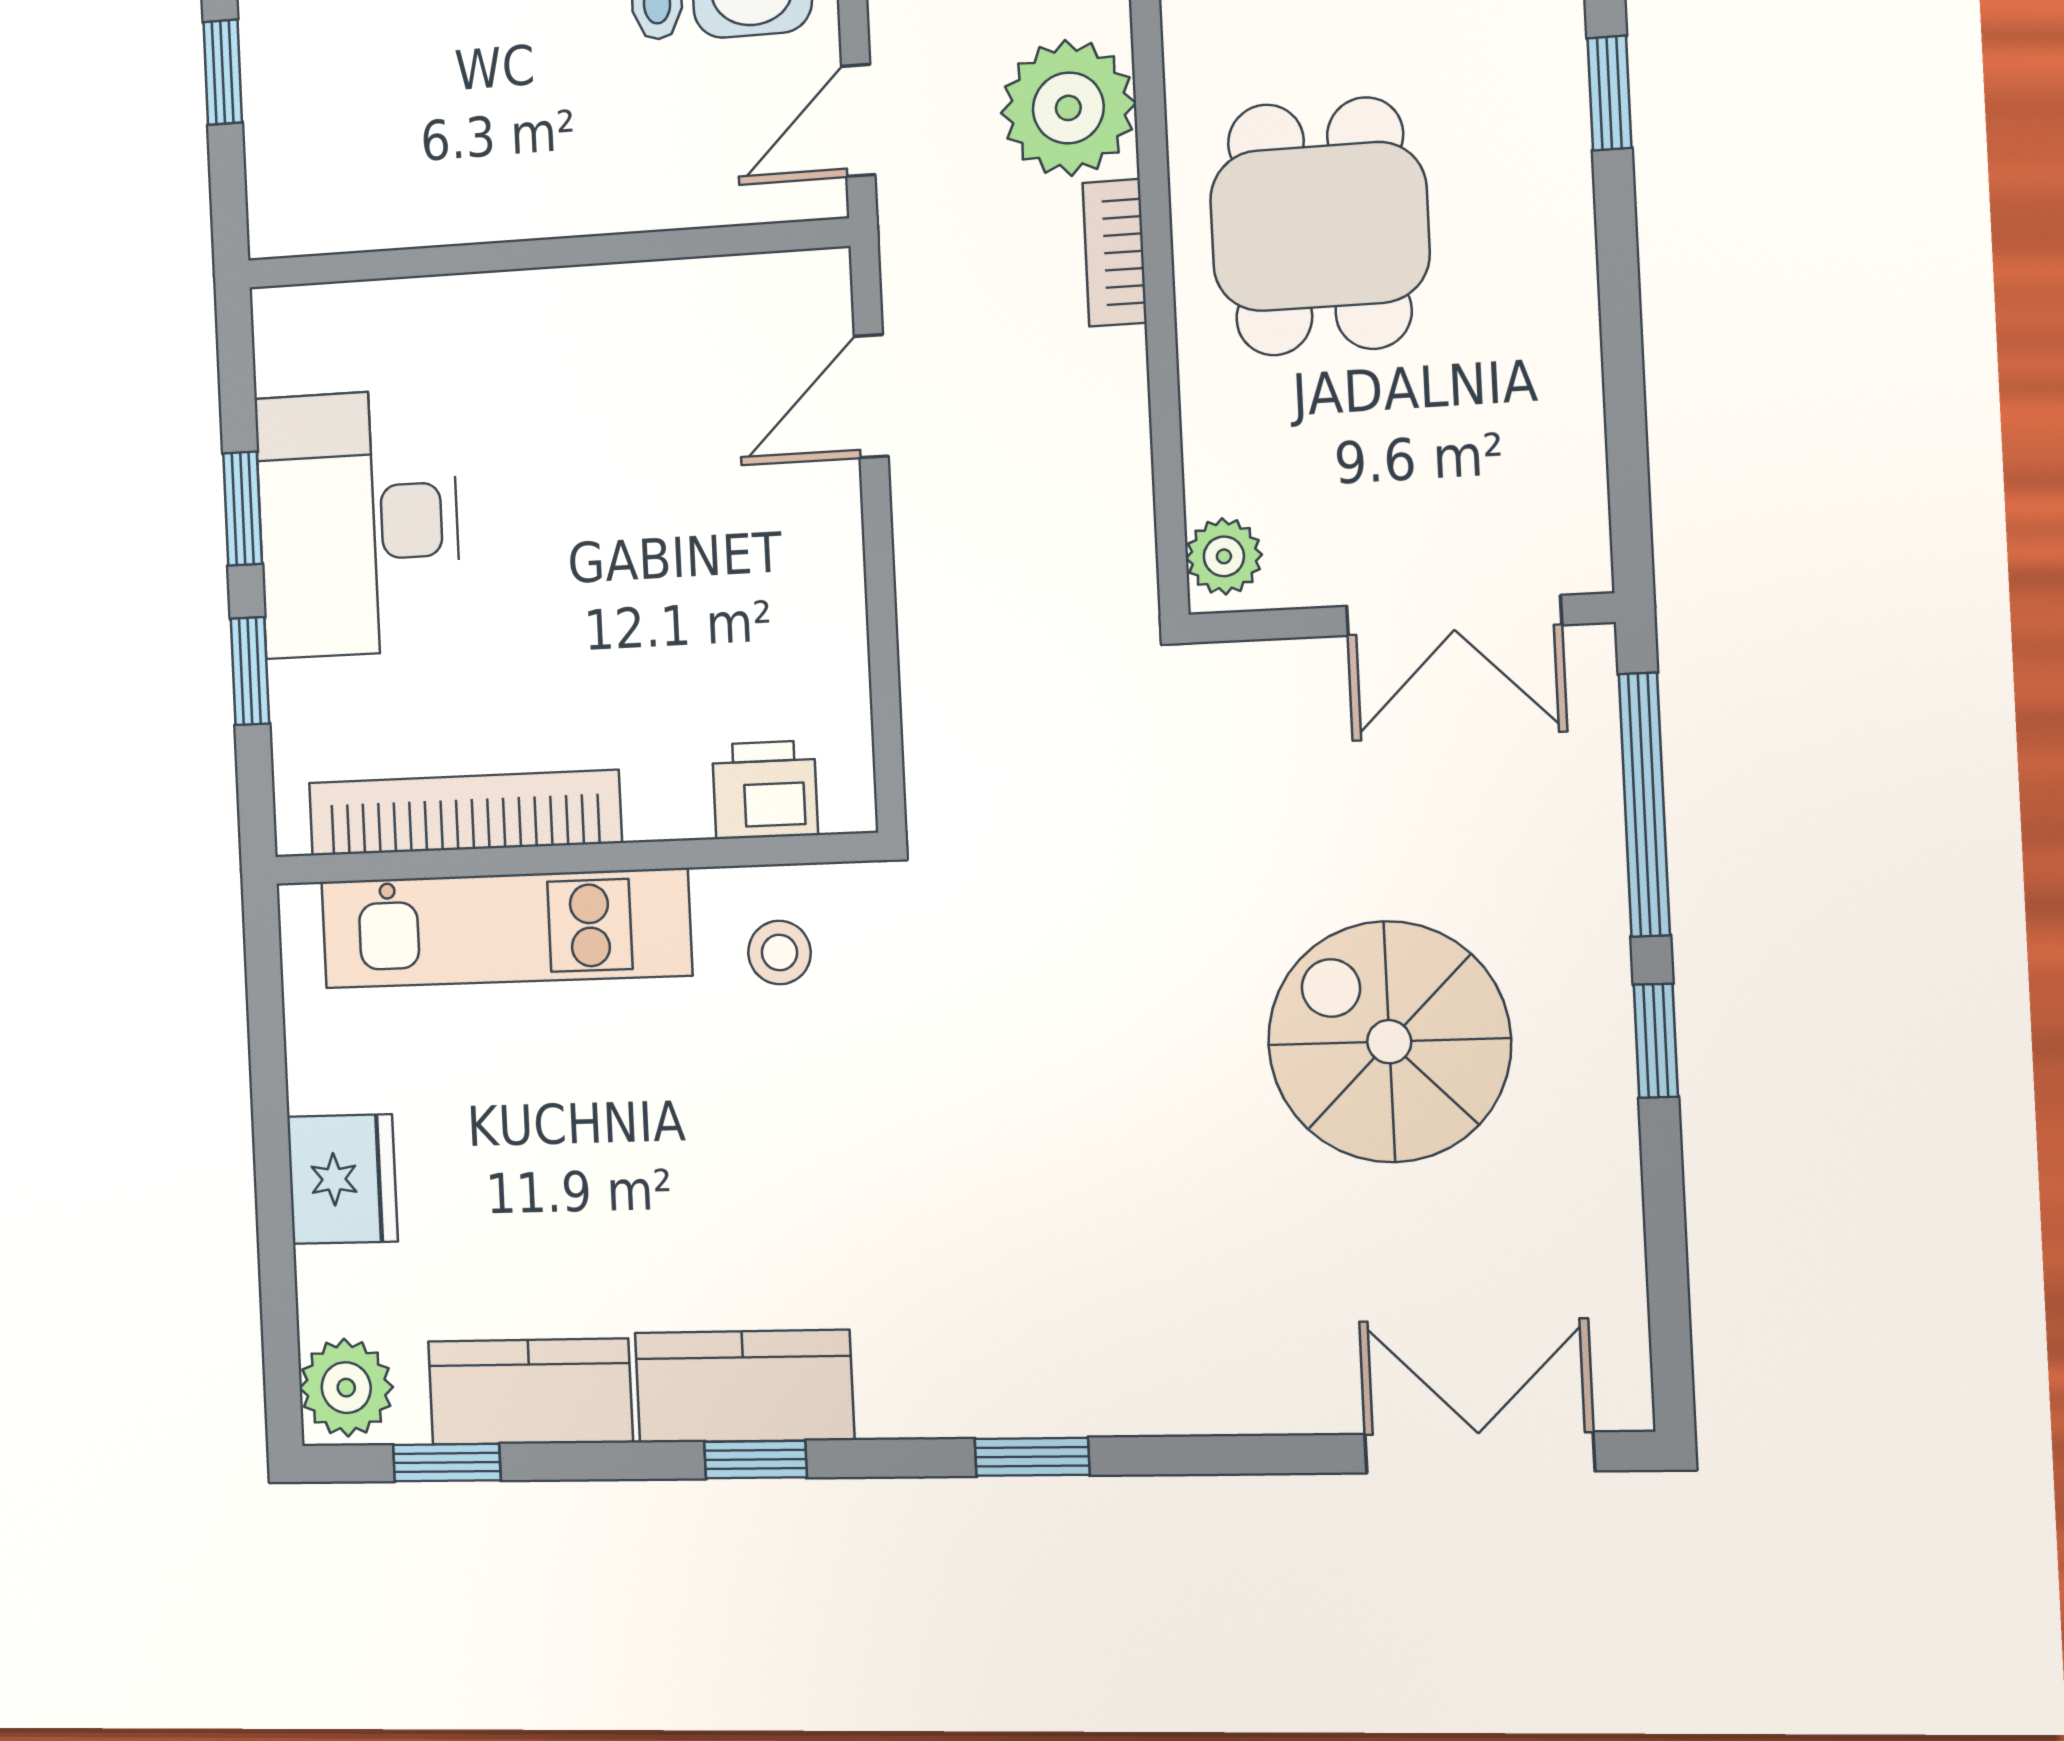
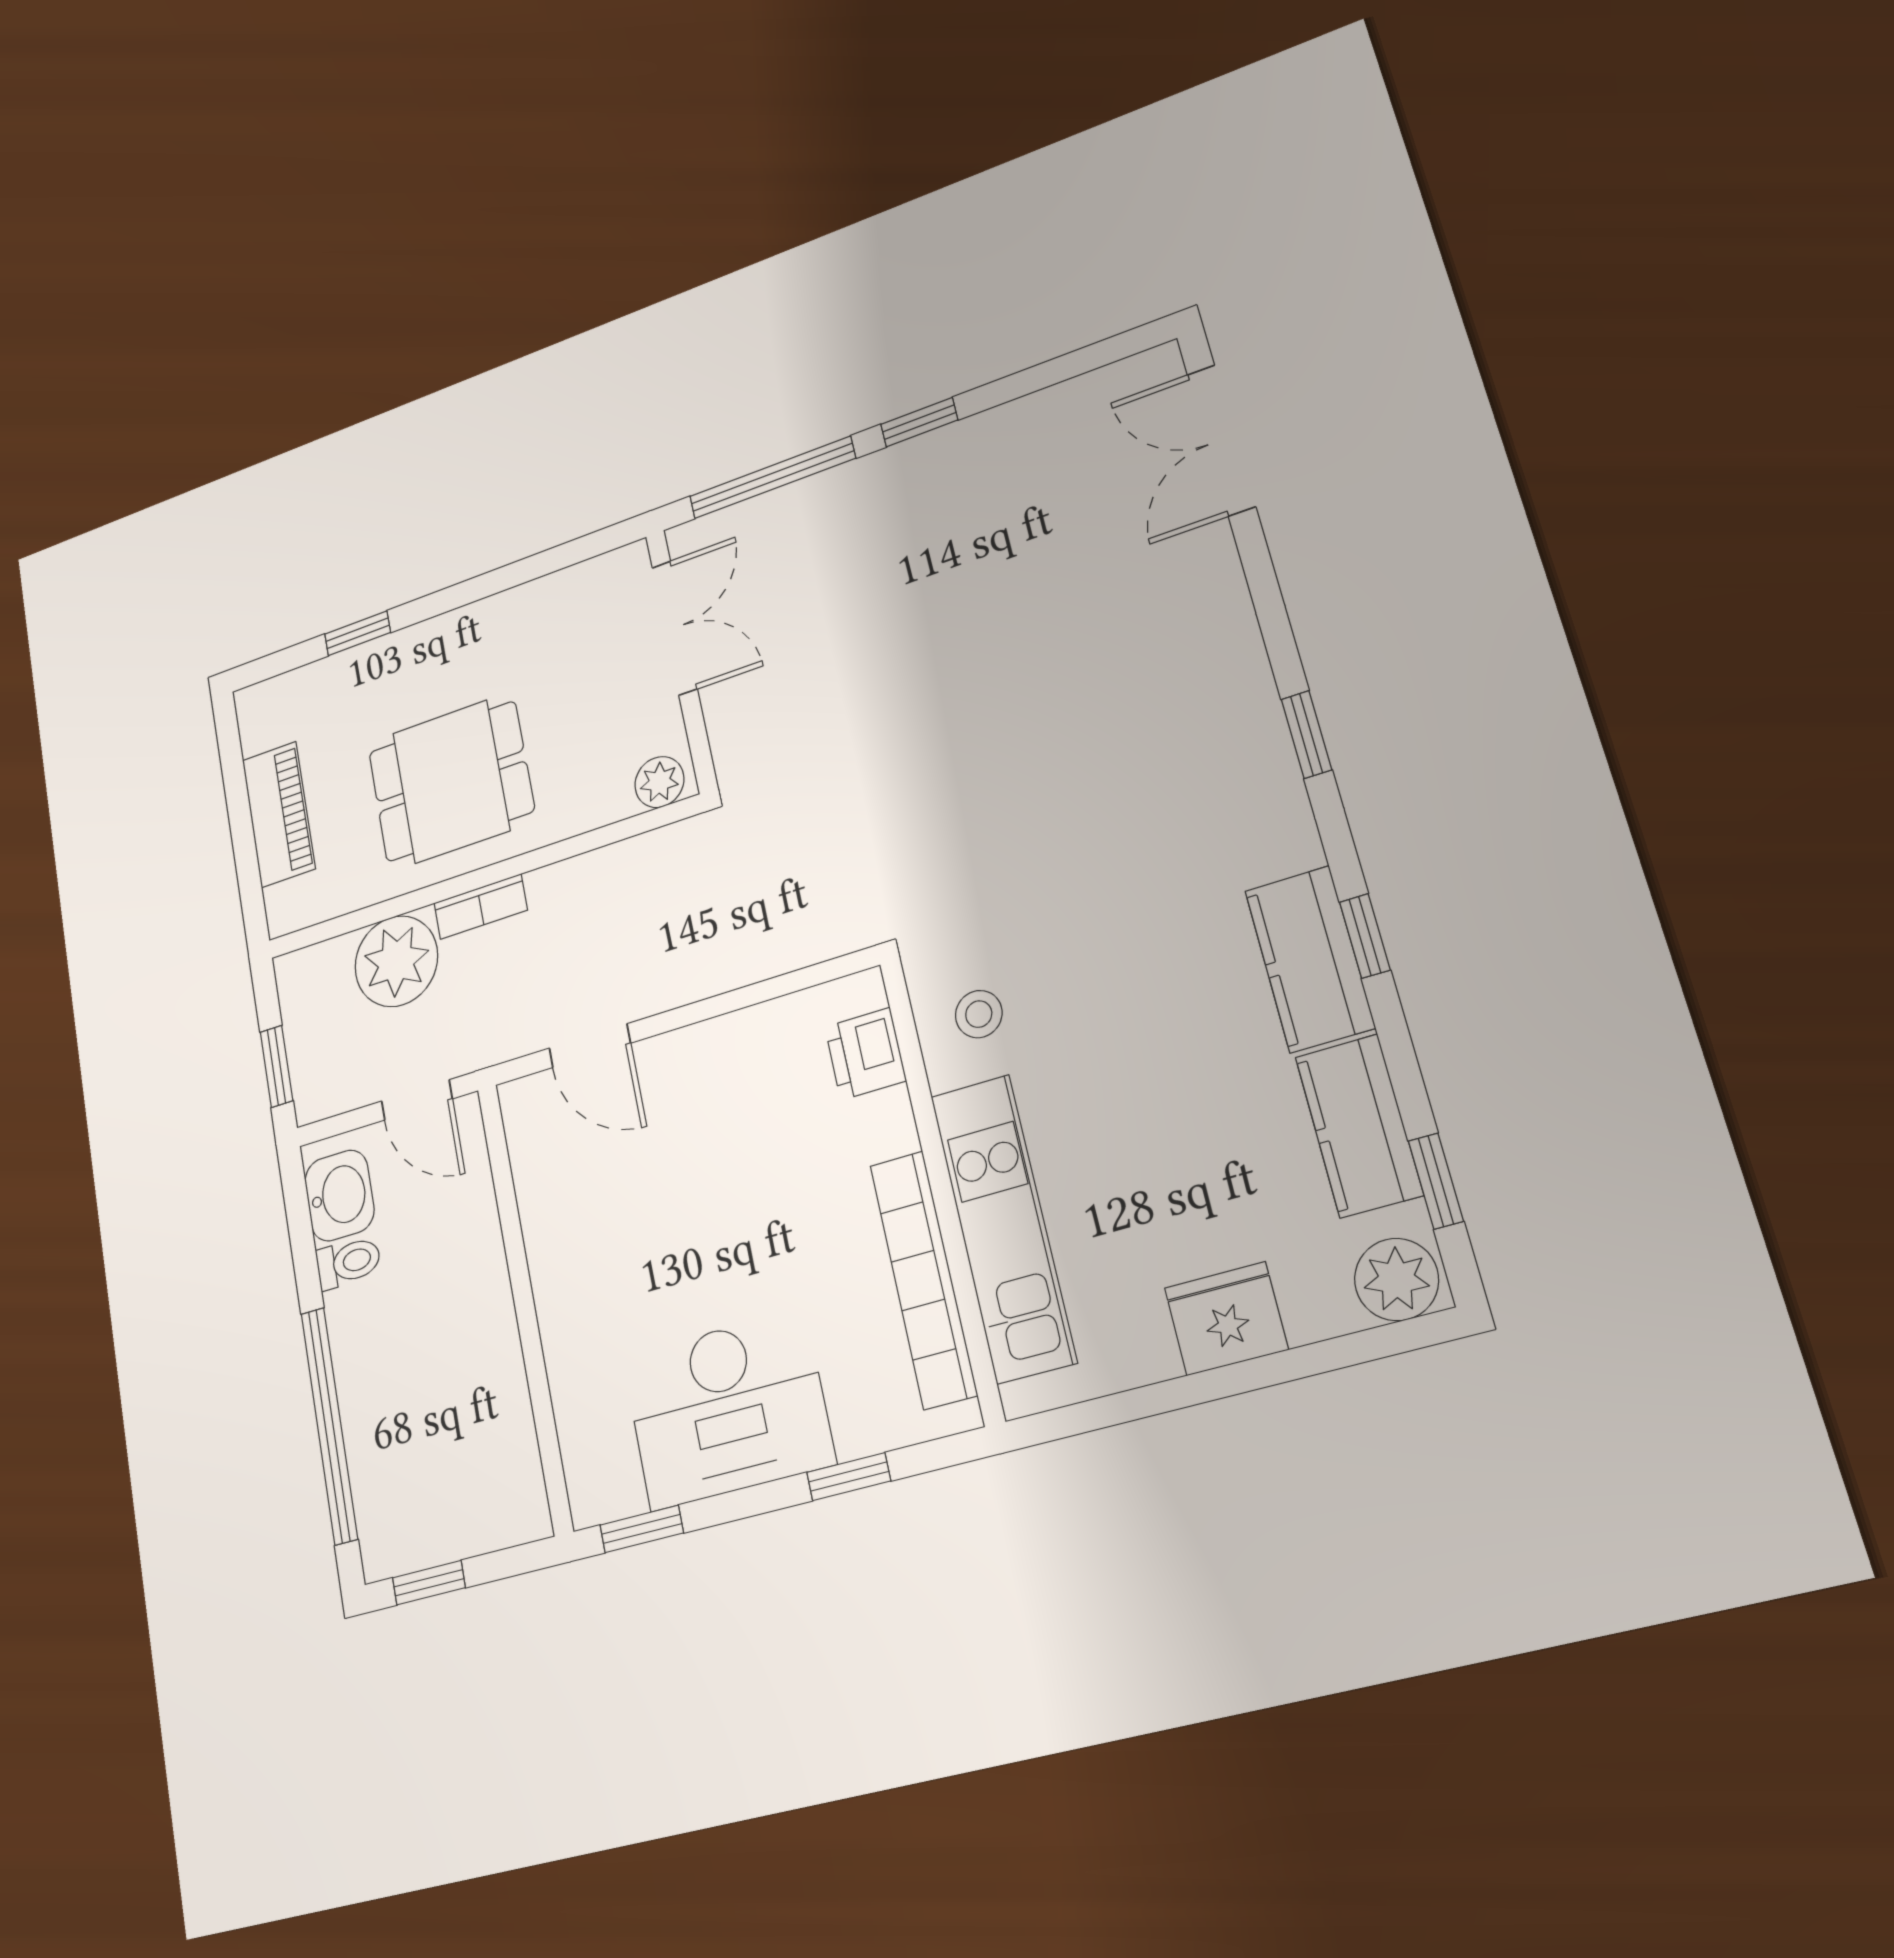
window: (243, 509) -> (642, 1529), moved
spiral stairs: (1389, 1042) -> (954, 583), removed

